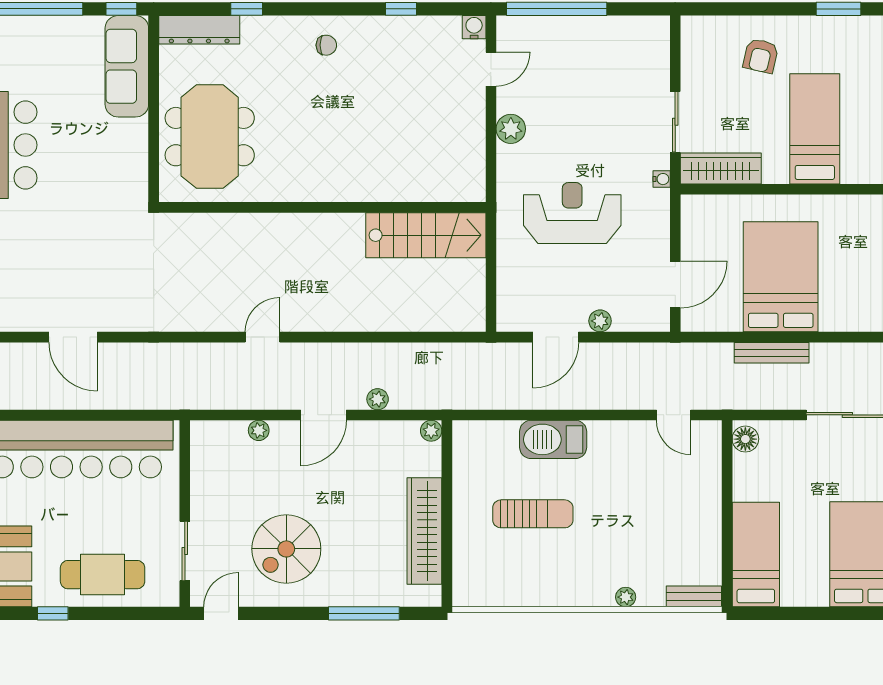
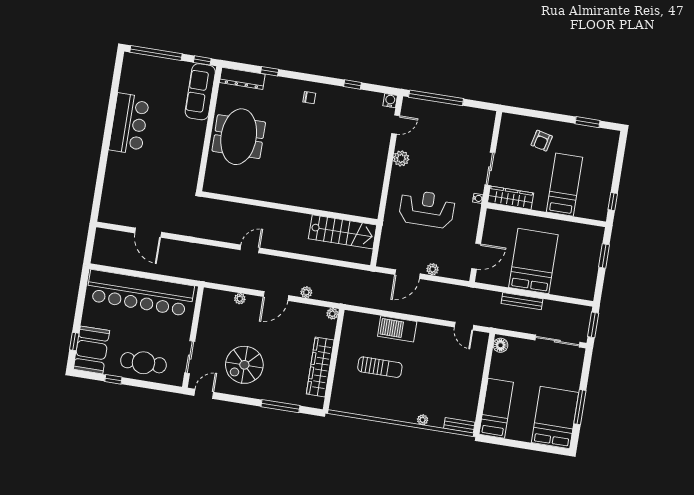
wall: (322, 207) -> (289, 208), moved
stairs: (426, 235) -> (343, 232), moved

